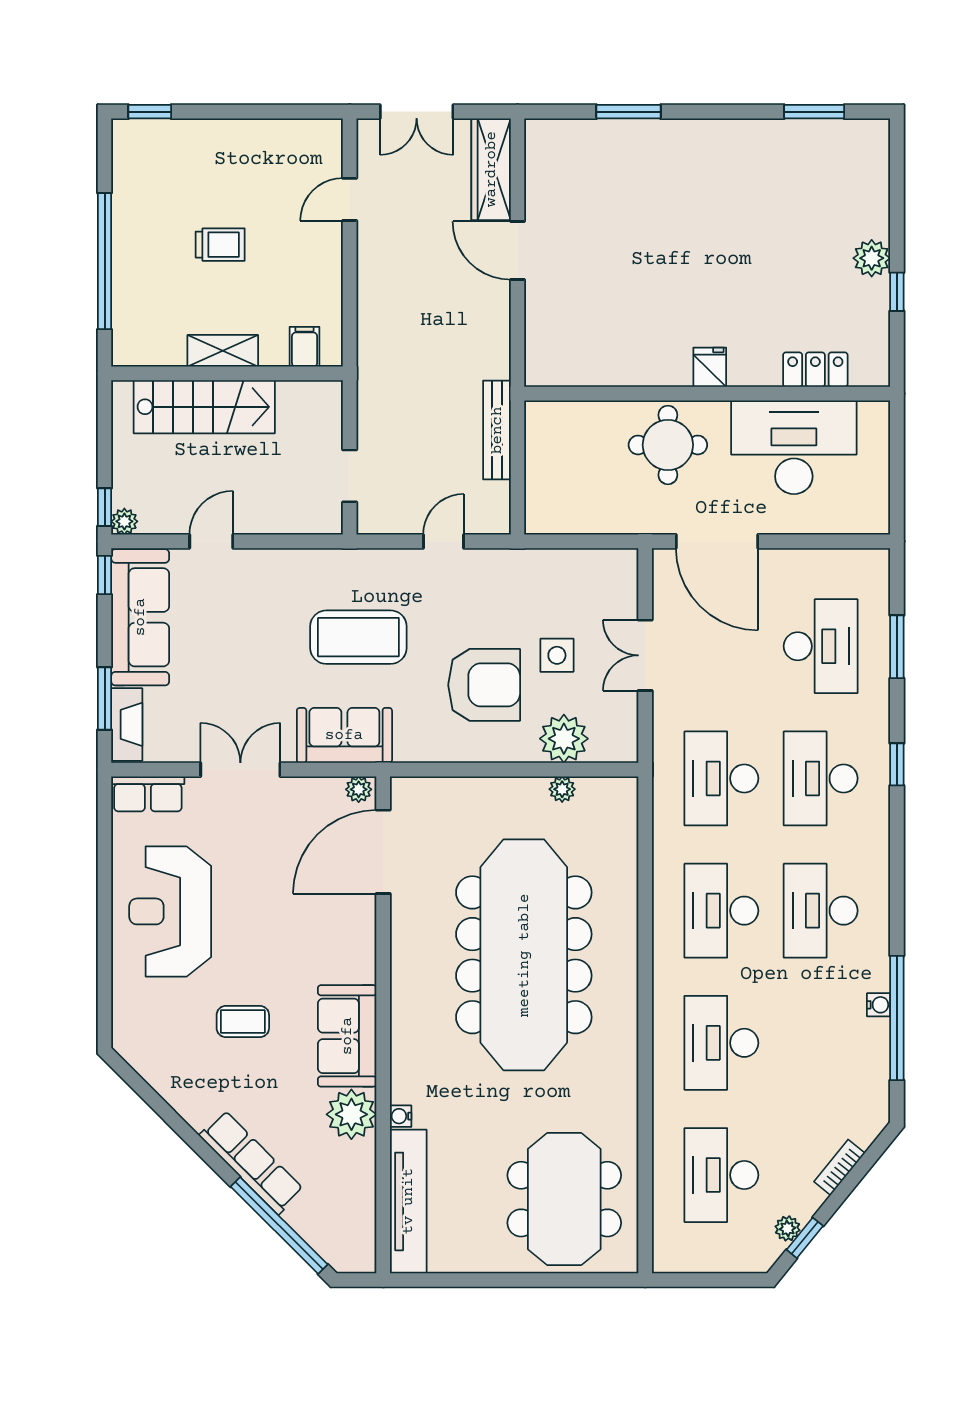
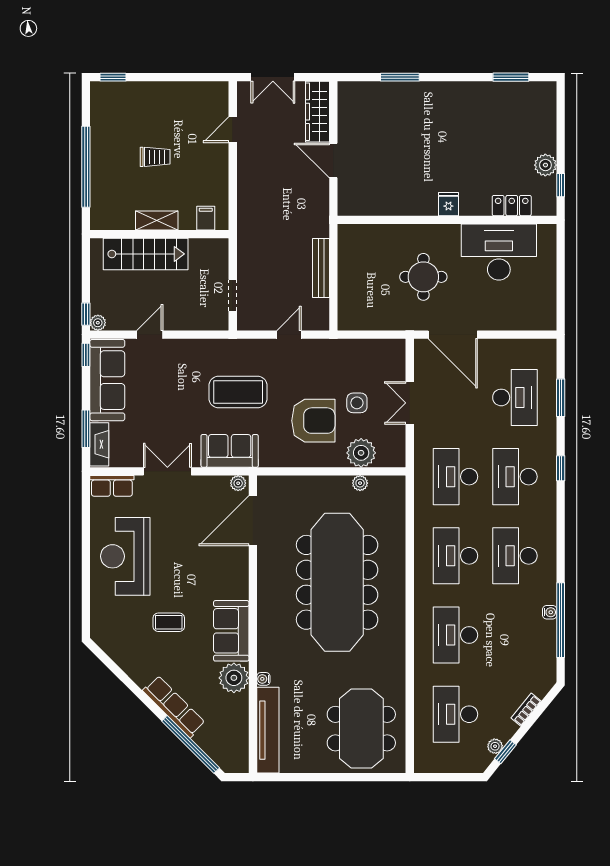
fridge: (710, 367) -> (448, 204), moved
locker: (815, 370) -> (512, 206), moved
wall: (707, 394) -> (447, 220), moved
desk: (794, 447) -> (499, 252), moved

